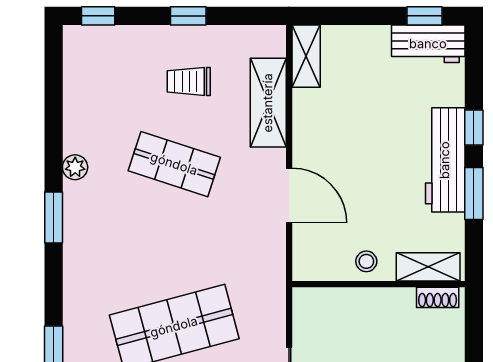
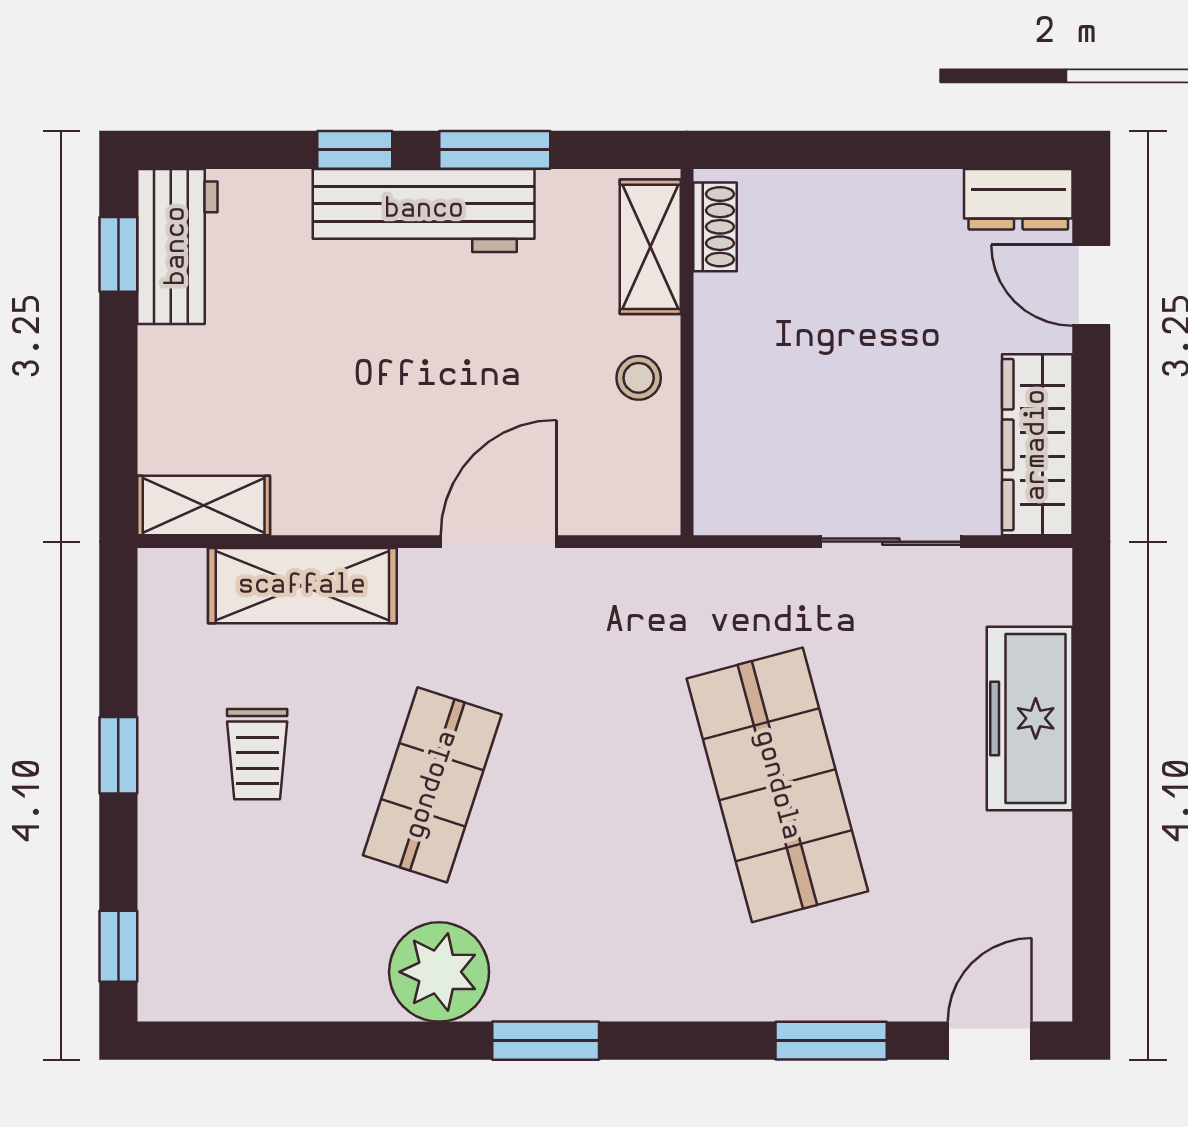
plant: (75, 167) -> (439, 972), width x1.88, depth x1.88

